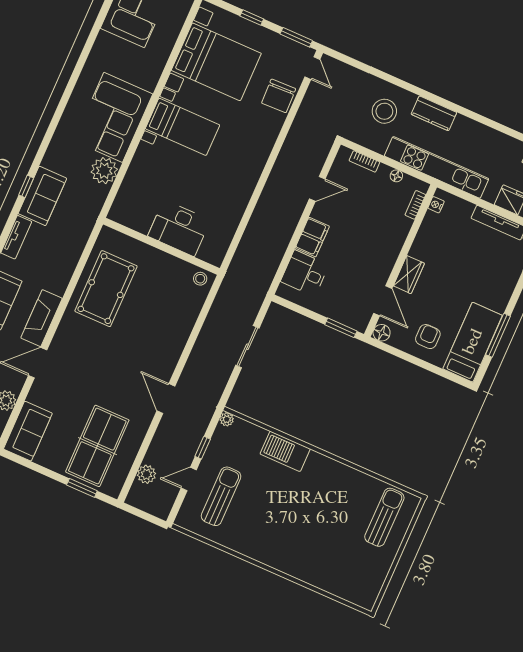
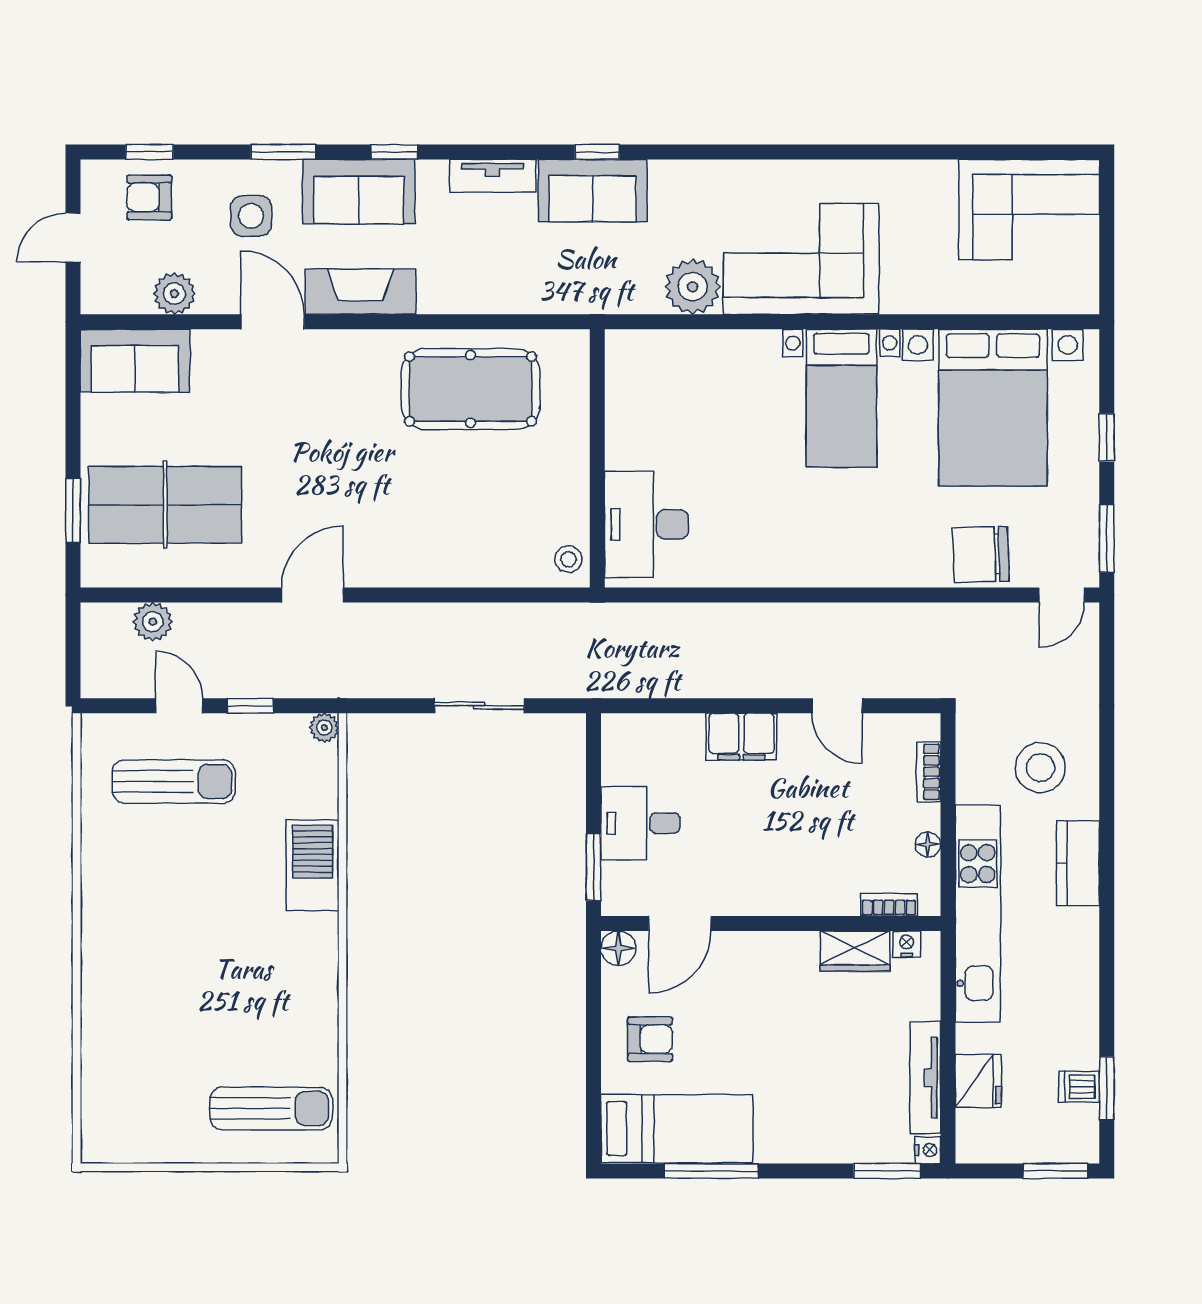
desk: (179, 228) -> (646, 524), moved
desk: (305, 273) -> (640, 823), moved, turned -90
wardrobe: (409, 275) -> (855, 951), moved

